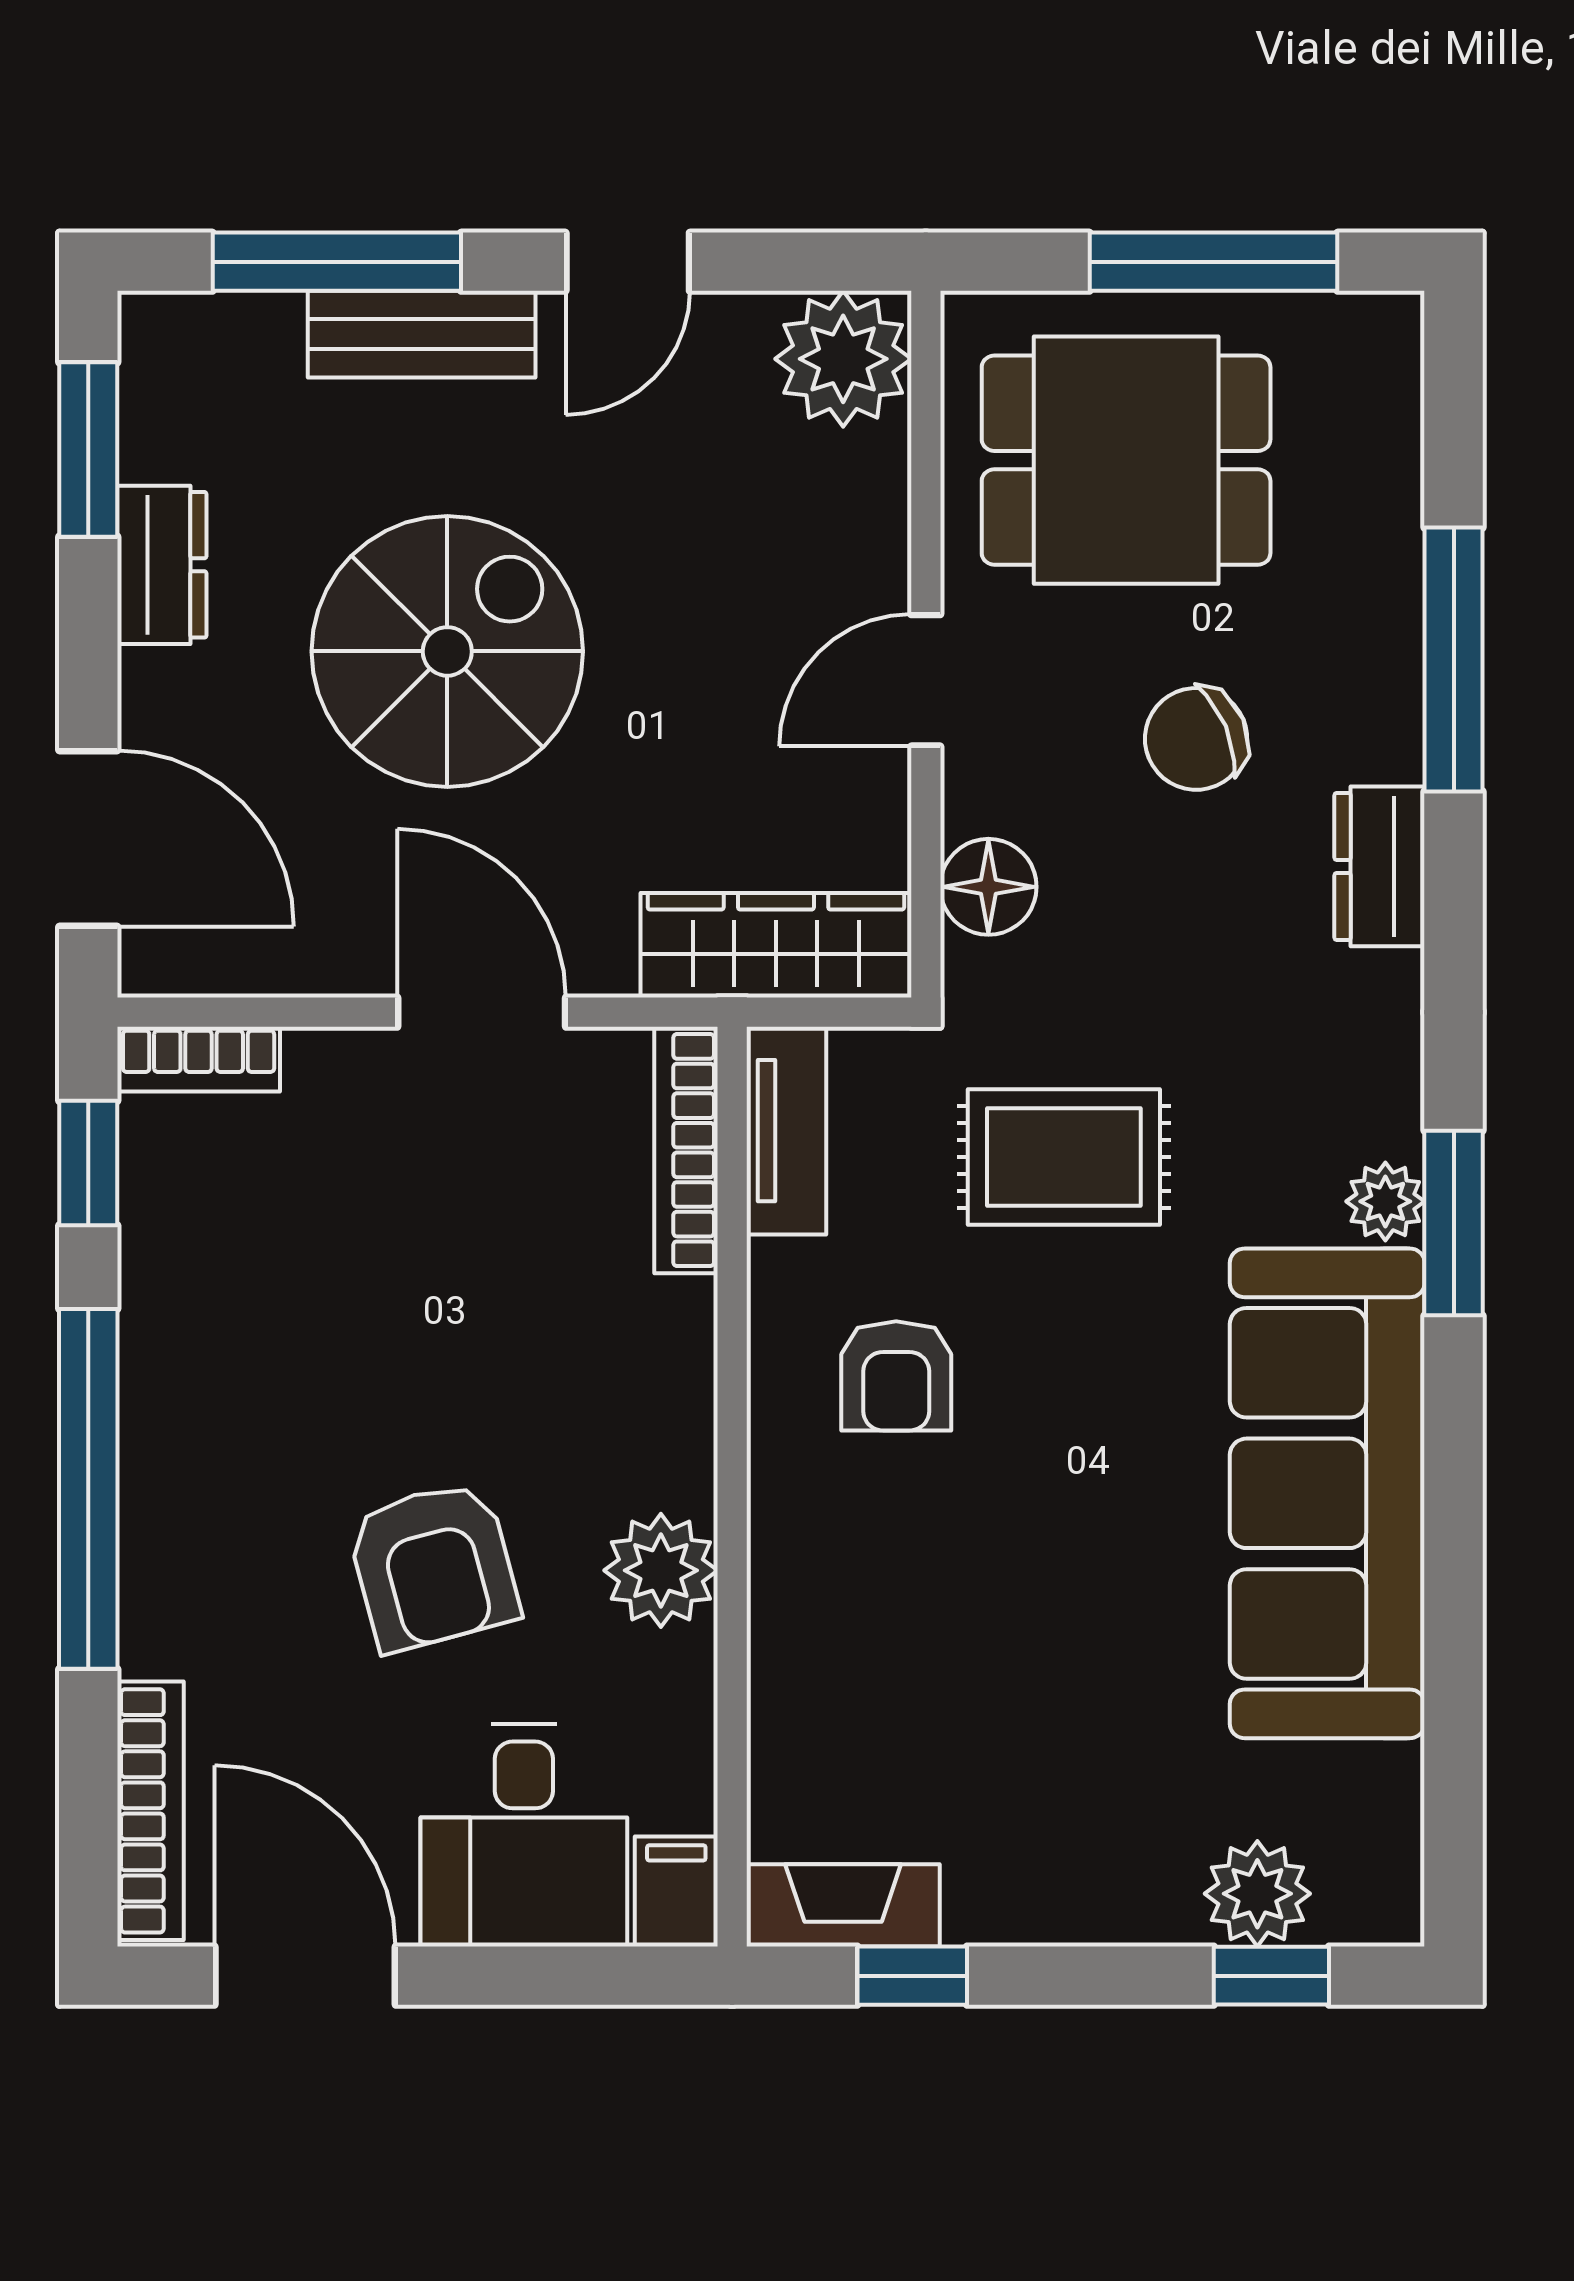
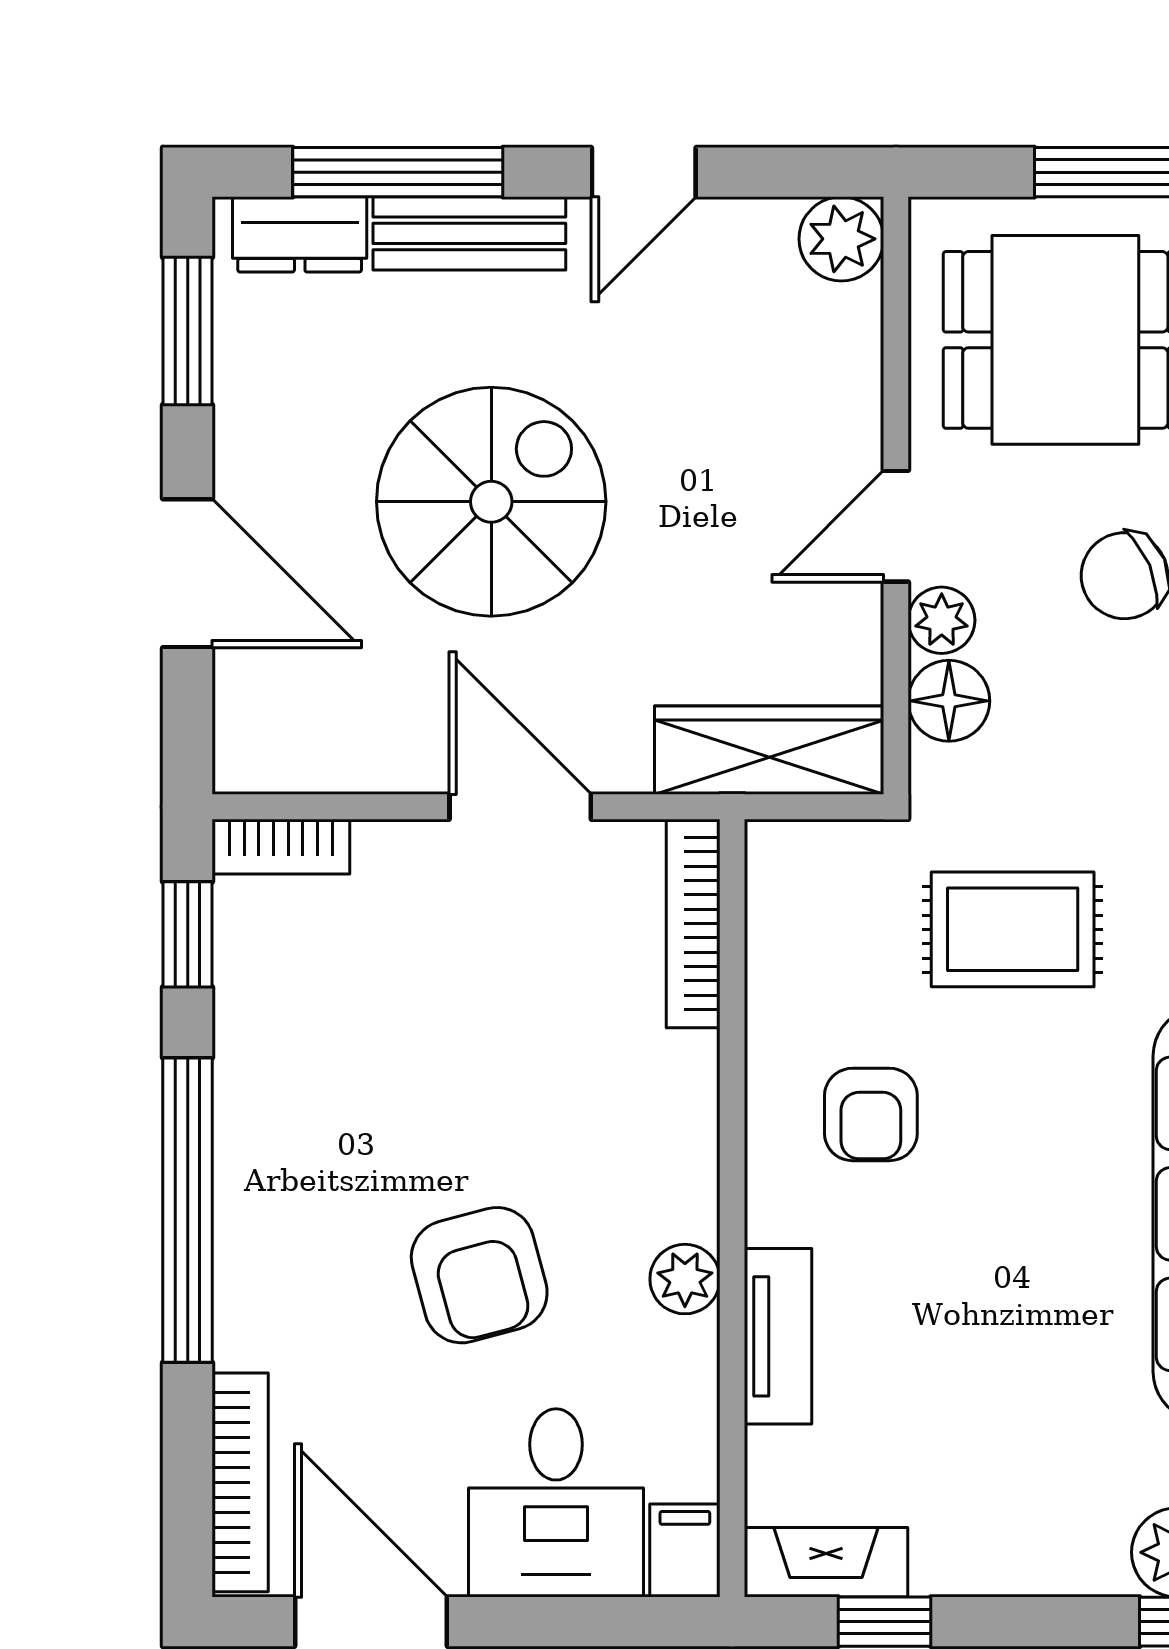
plant: (843, 359) -> (841, 239), width x0.73, depth x0.73
dresser: (162, 565) -> (300, 234), moved, turned 90
plant: (980, 792) -> (942, 620), added
door: (88, 838) -> (188, 573), moved
tv unit: (786, 1131) -> (778, 1336), moved
plant: (661, 1570) -> (685, 1279), width x0.73, depth x0.73

